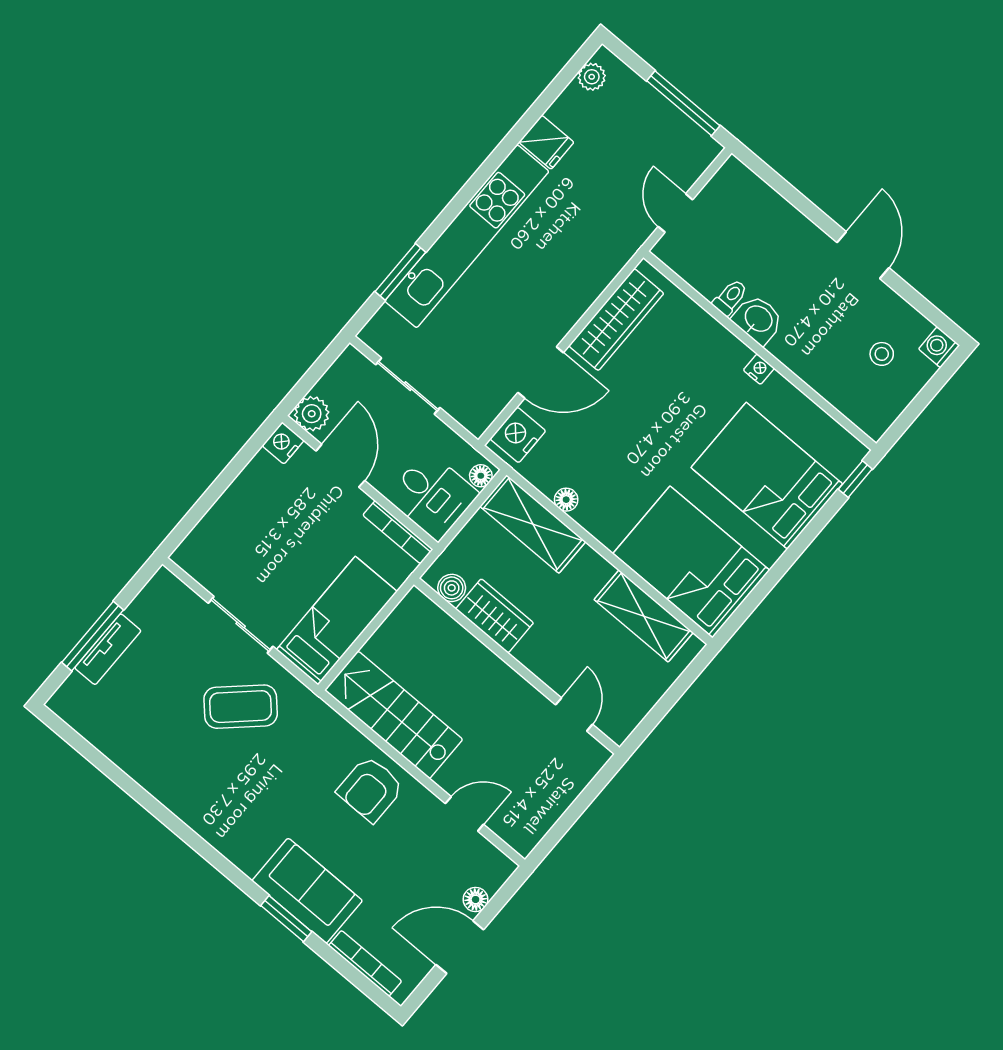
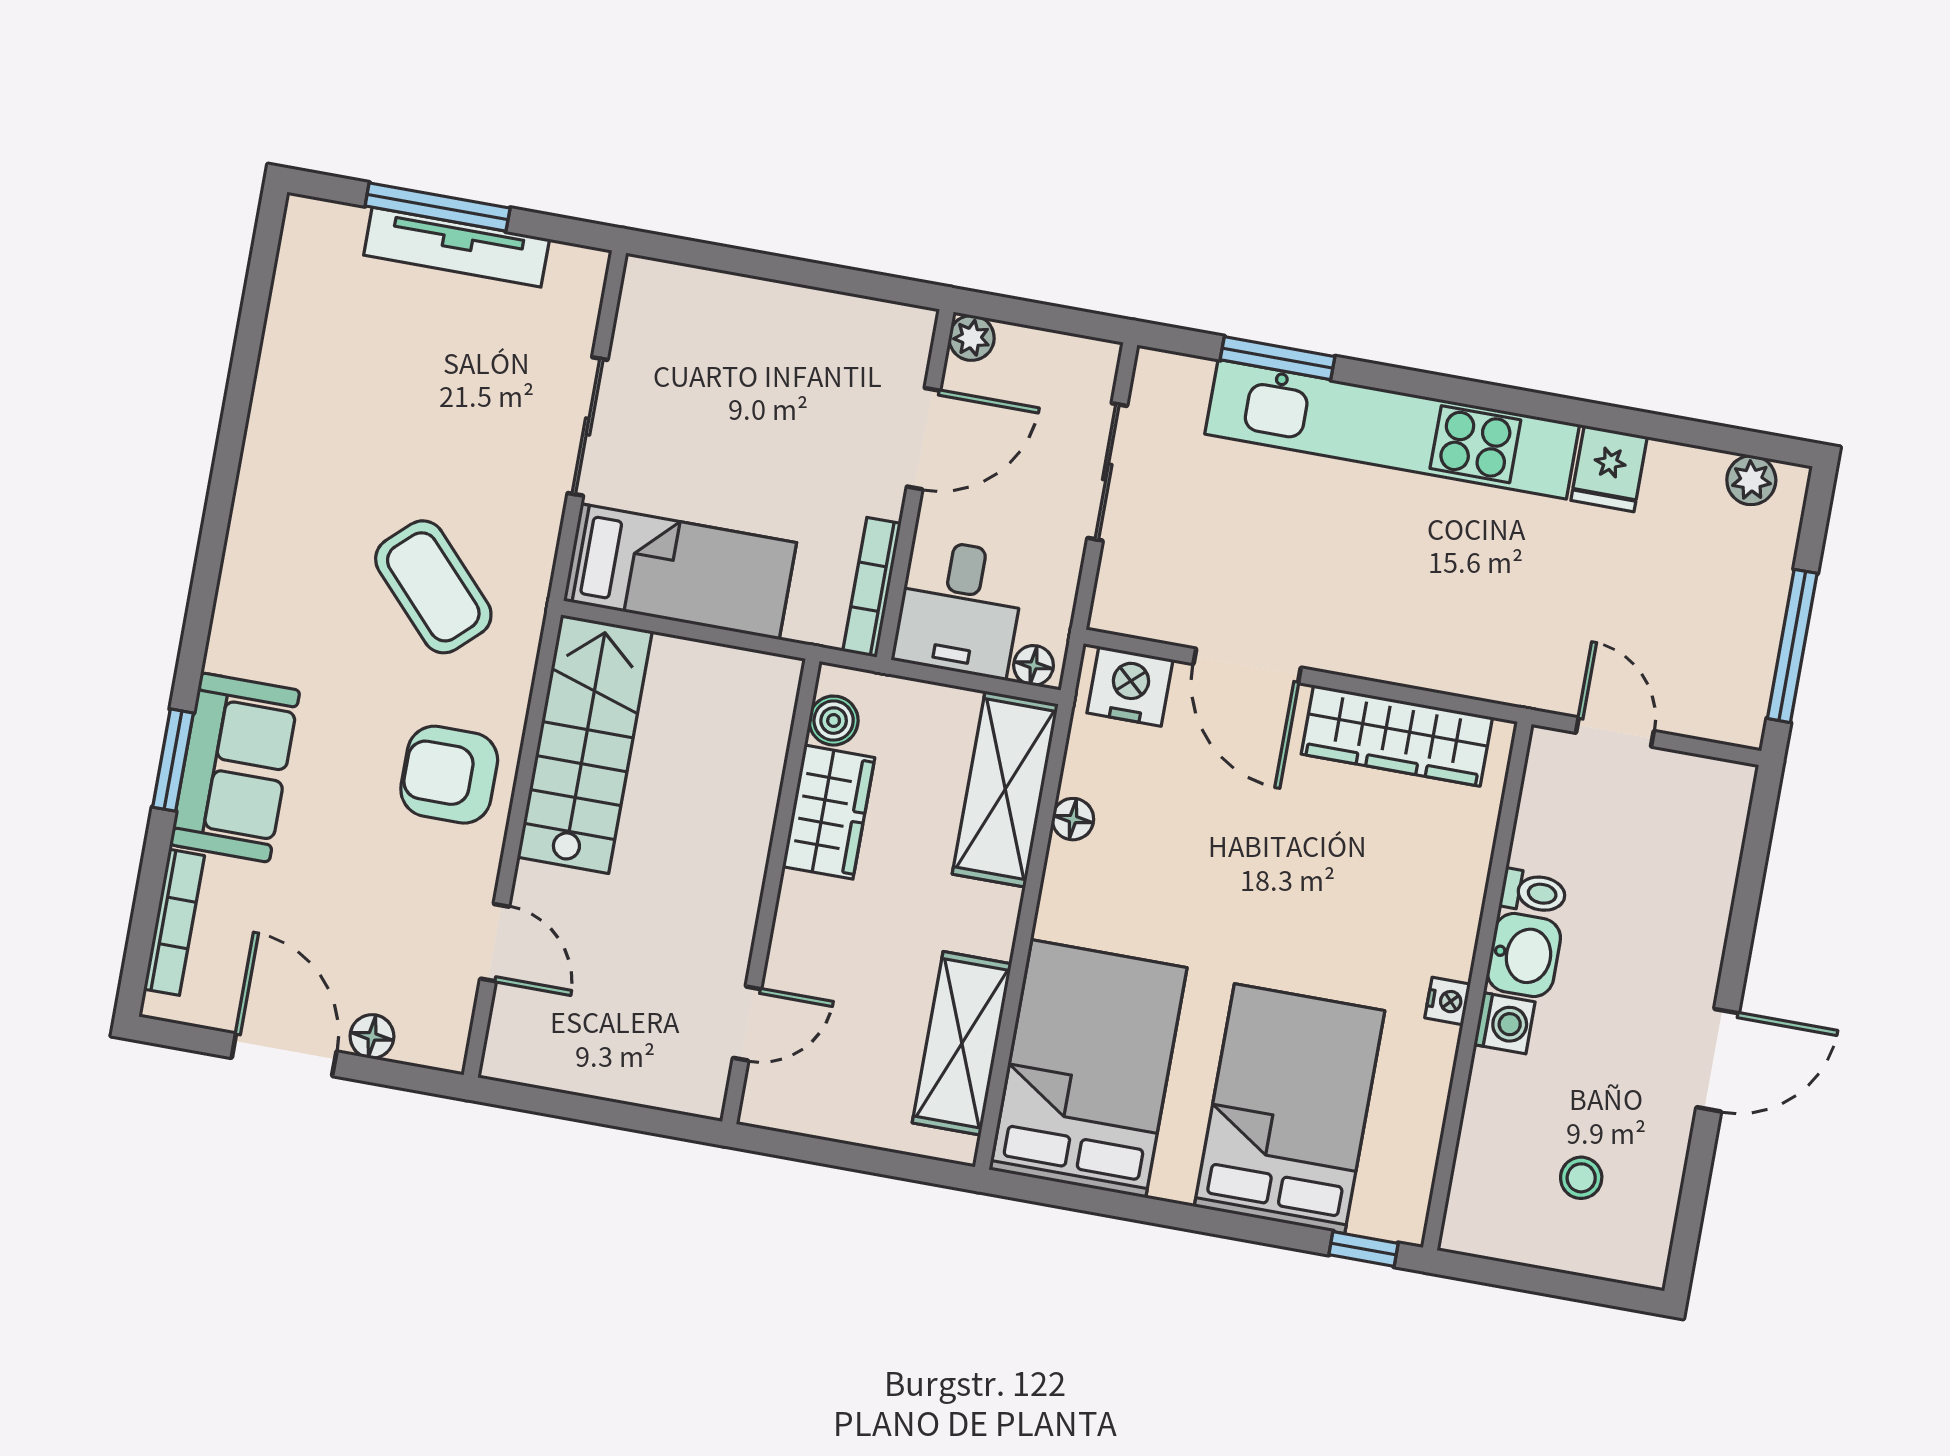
door: (675, 213) -> (1615, 732), hinge flipped
washing machine: (939, 347) -> (1504, 1023), moved, turned 90
plant: (312, 414) -> (972, 338), width x0.73, depth x0.73
nightstand: (283, 443) -> (907, 330), removed
tv unit: (108, 649) -> (457, 247), width x1.41
coffee table: (241, 707) -> (433, 587), moved

